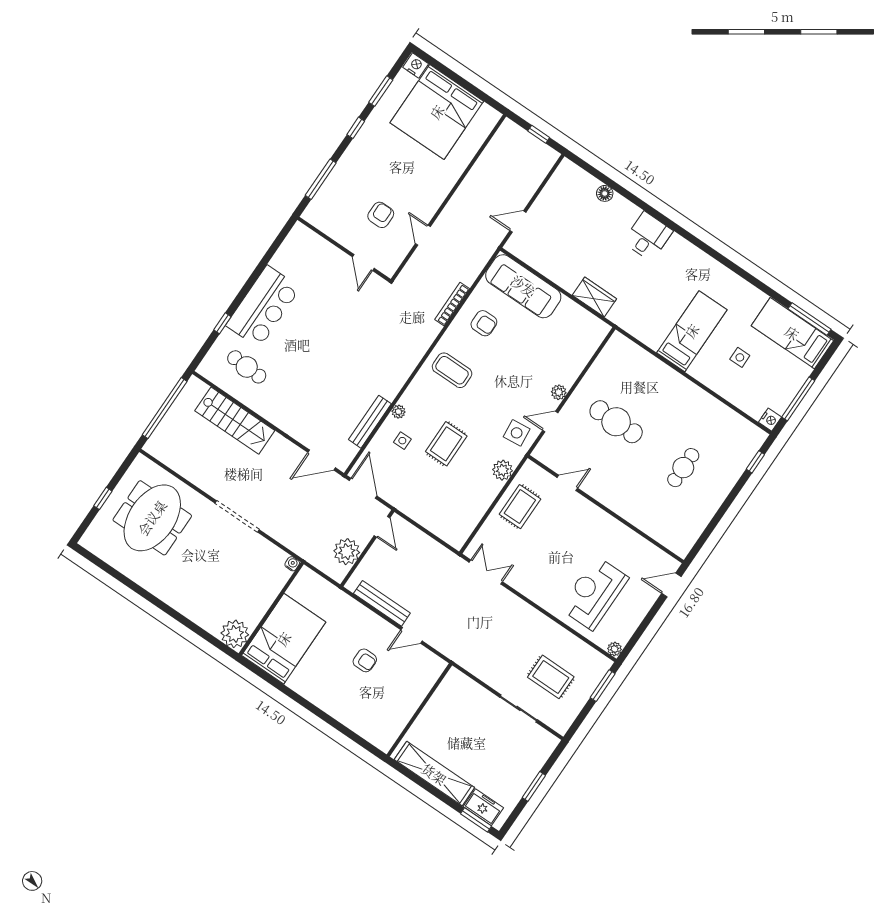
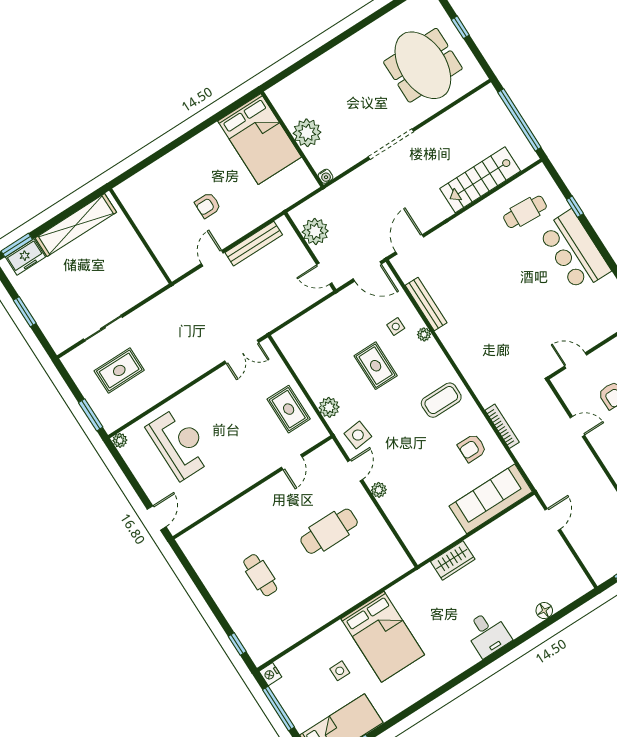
bed: (692, 331) -> (383, 637), width x1.50
plant: (235, 634) -> (307, 133), moved

